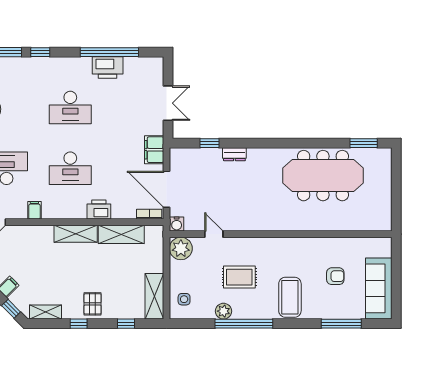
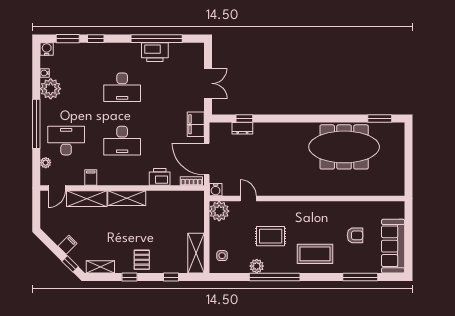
dresser: (234, 154) -> (242, 128), moved
printer: (99, 210) -> (160, 177), moved
shelving: (121, 234) -> (87, 199), moved
coffee table: (290, 297) -> (315, 254), turned 90

